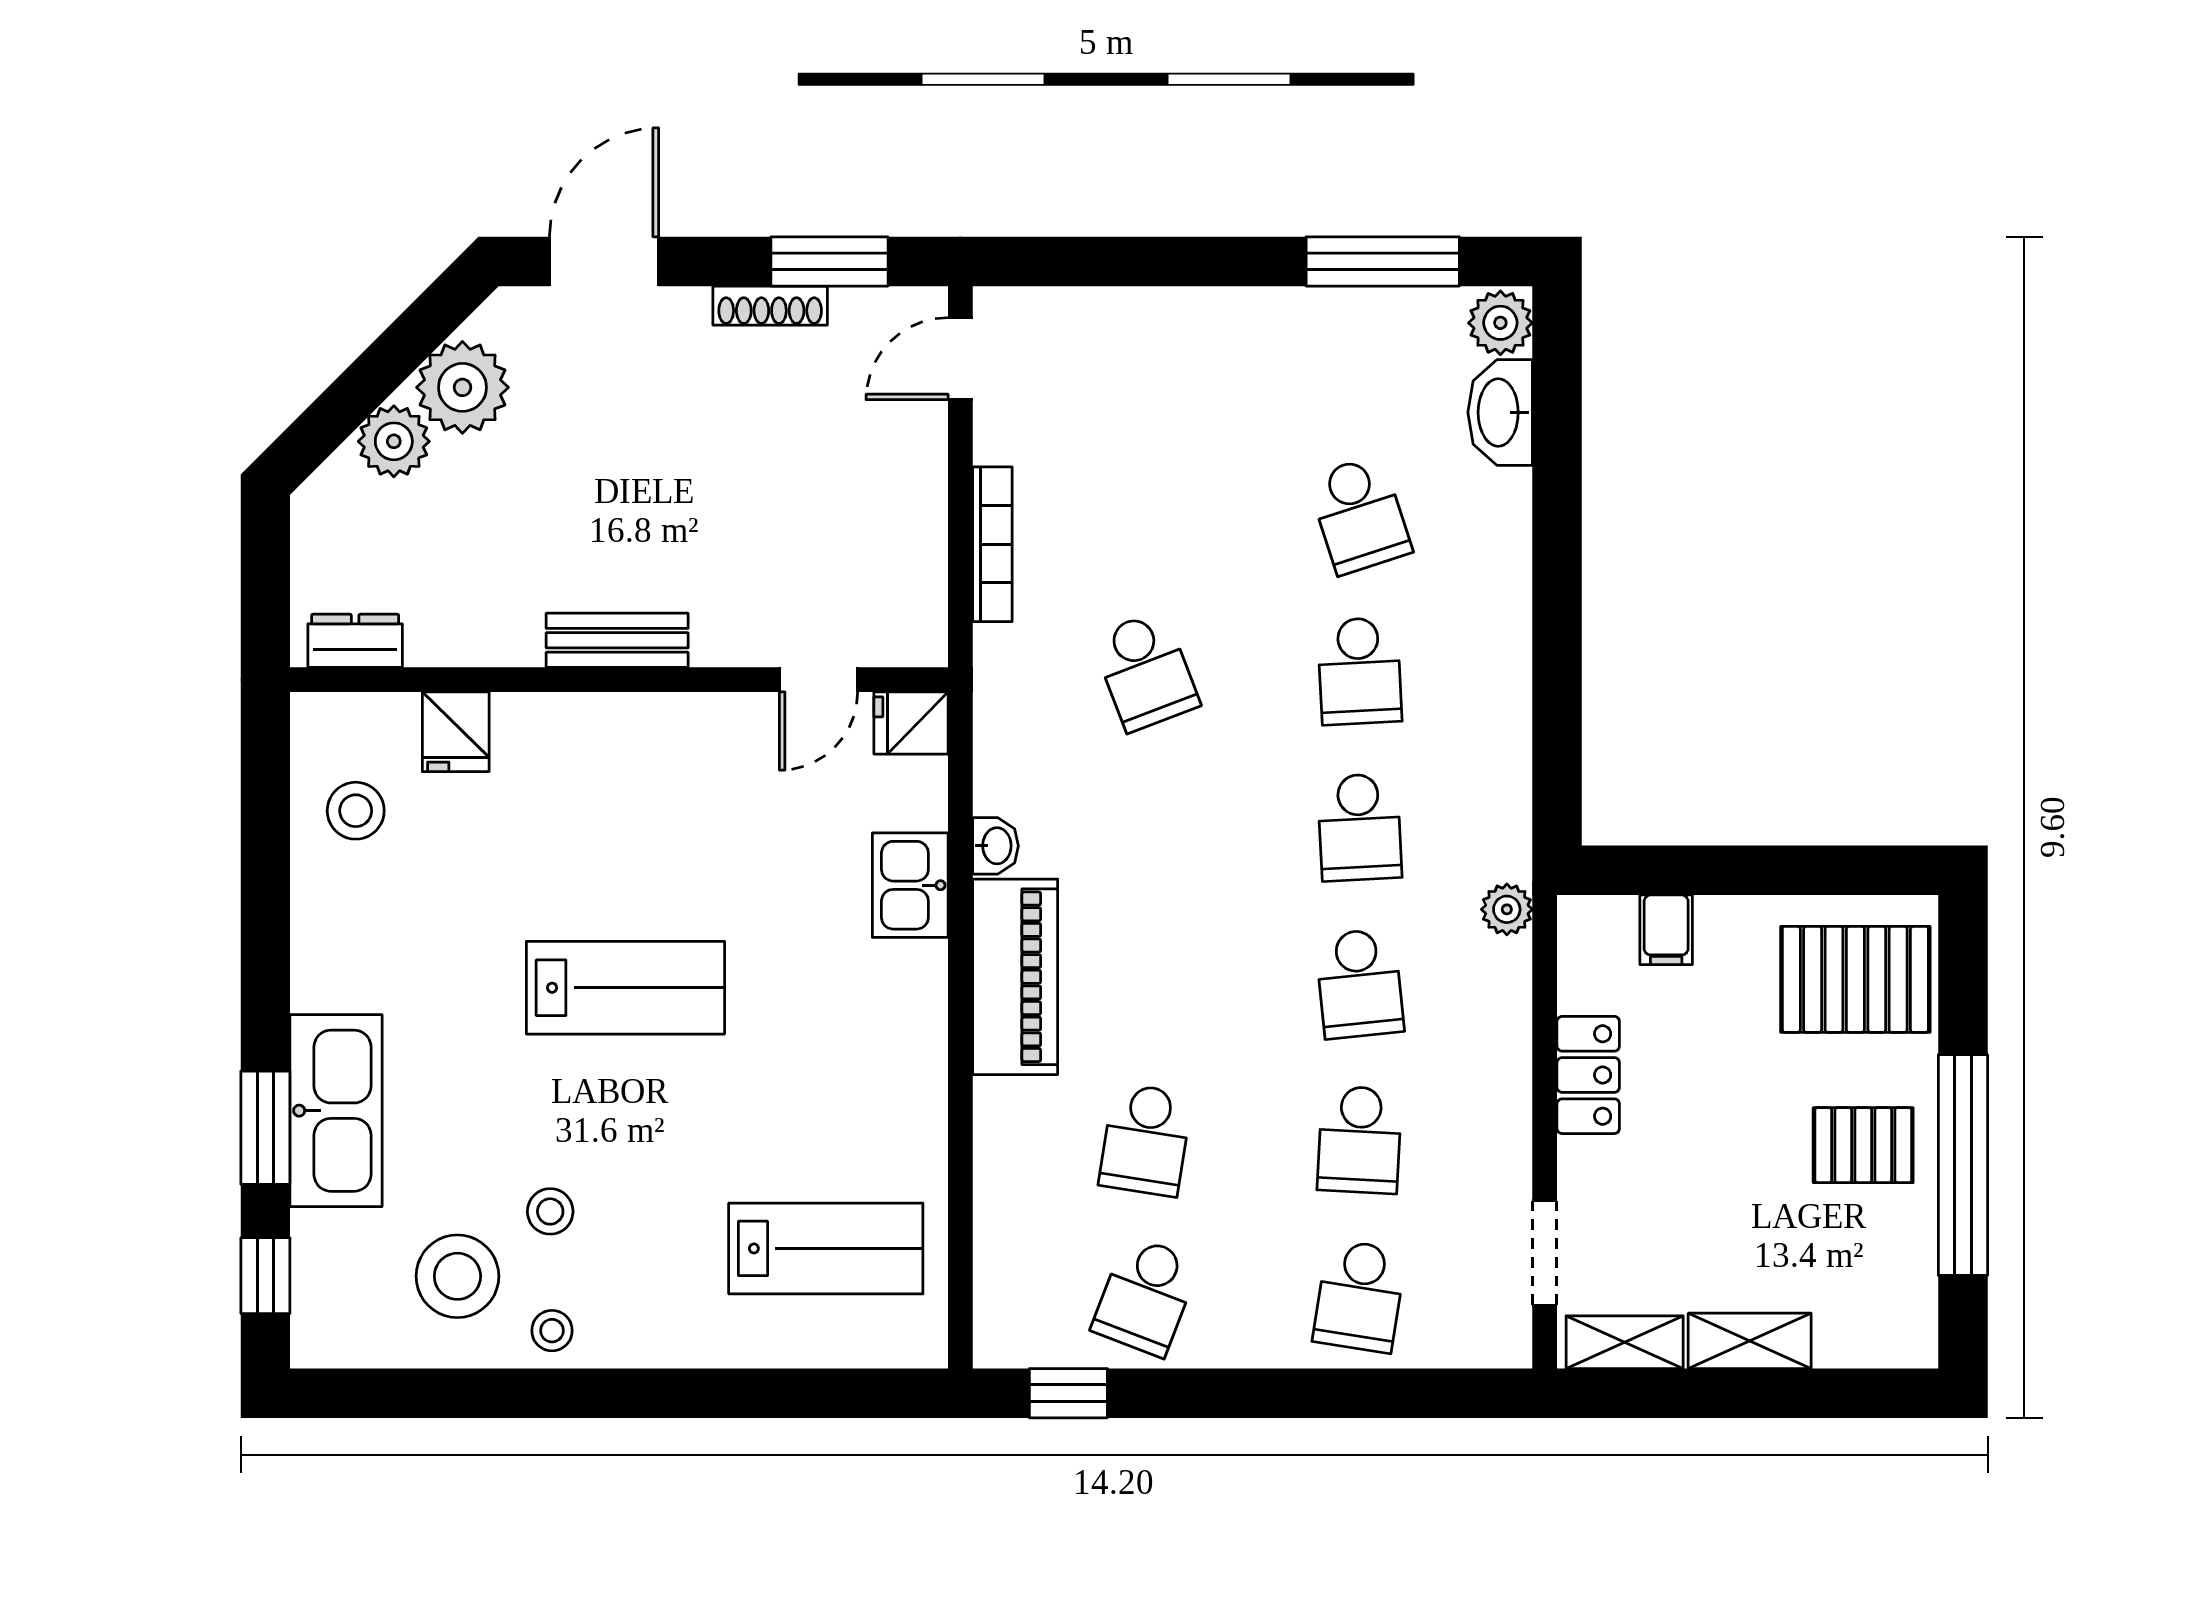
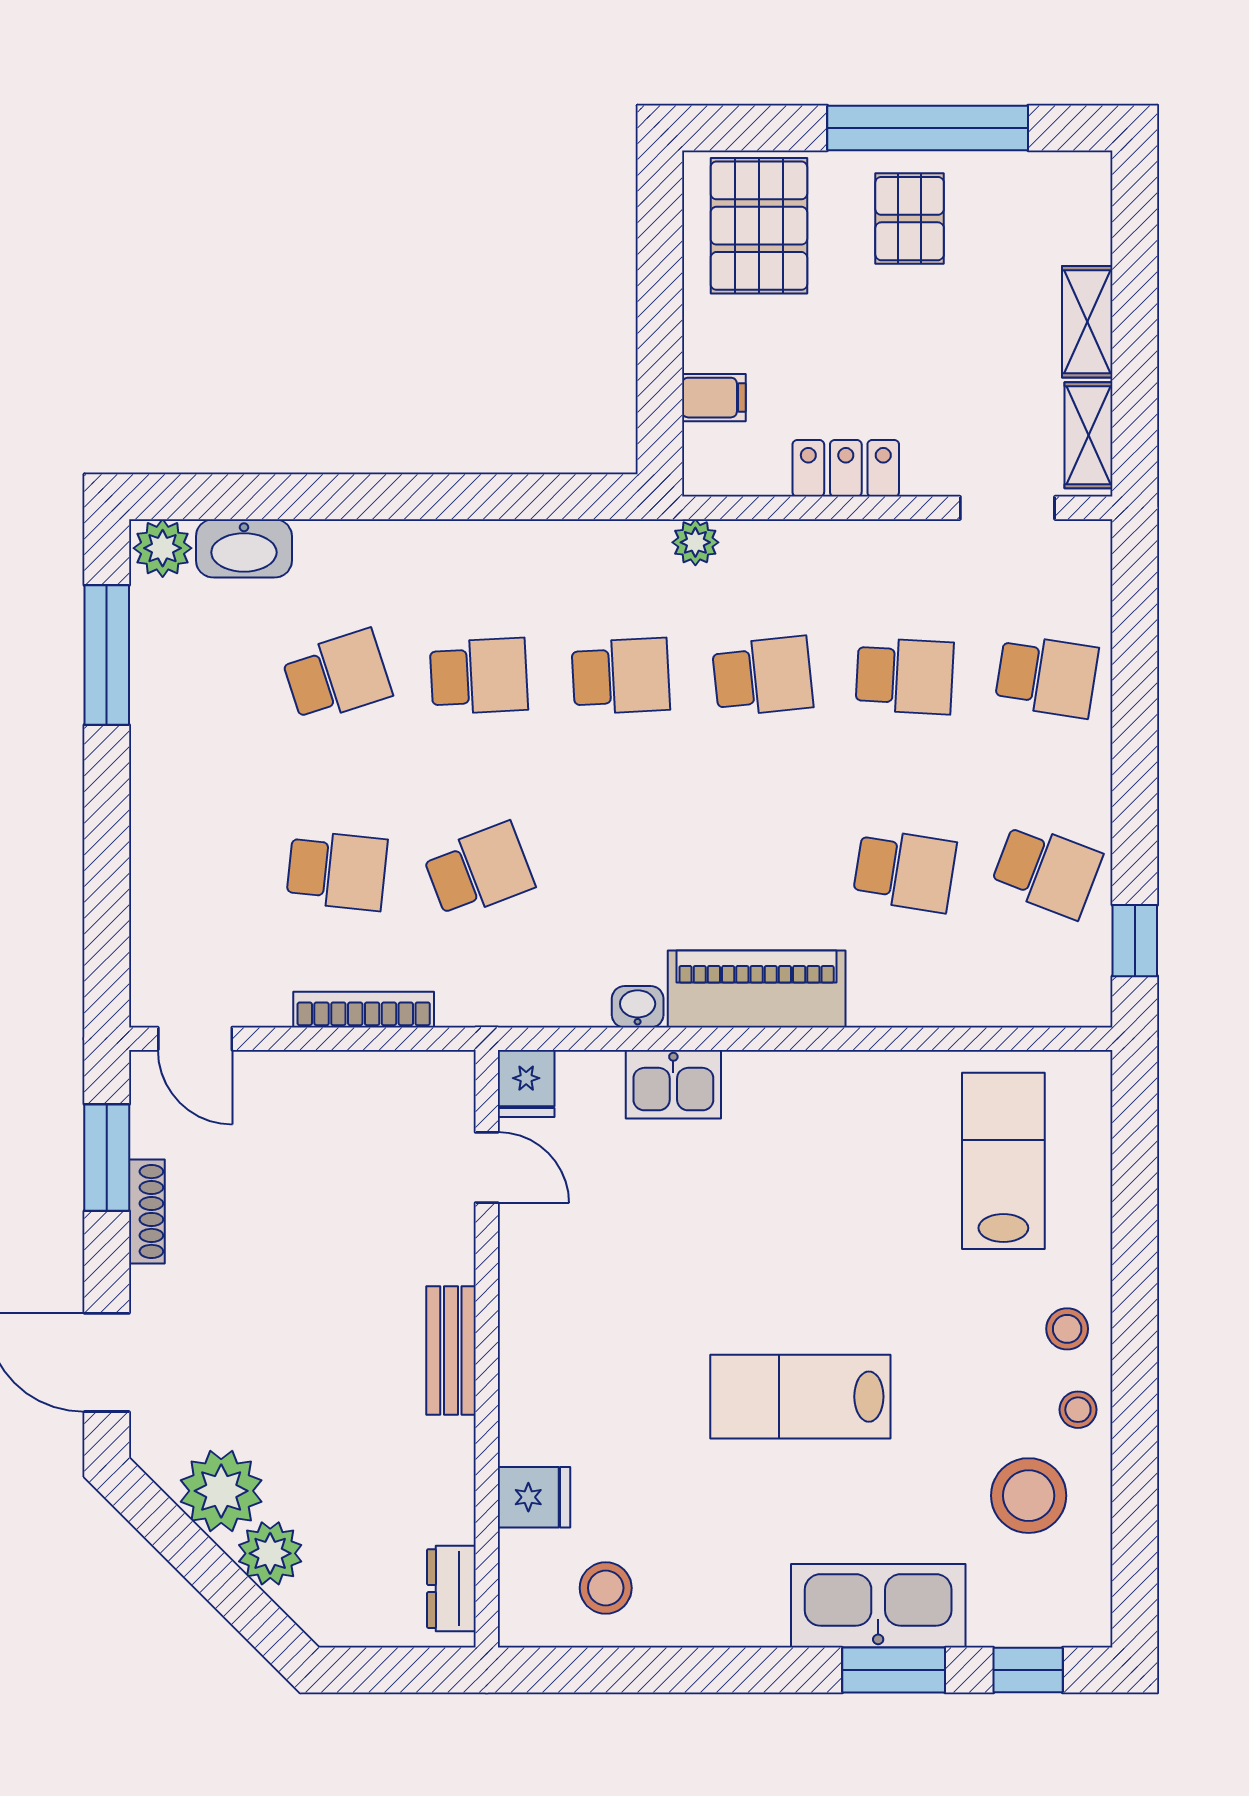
school desk: (1146, 515) -> (337, 870), added
lab bench: (625, 988) -> (800, 1397), moved, turned -90
stool: (550, 1211) -> (1067, 1329), moved

